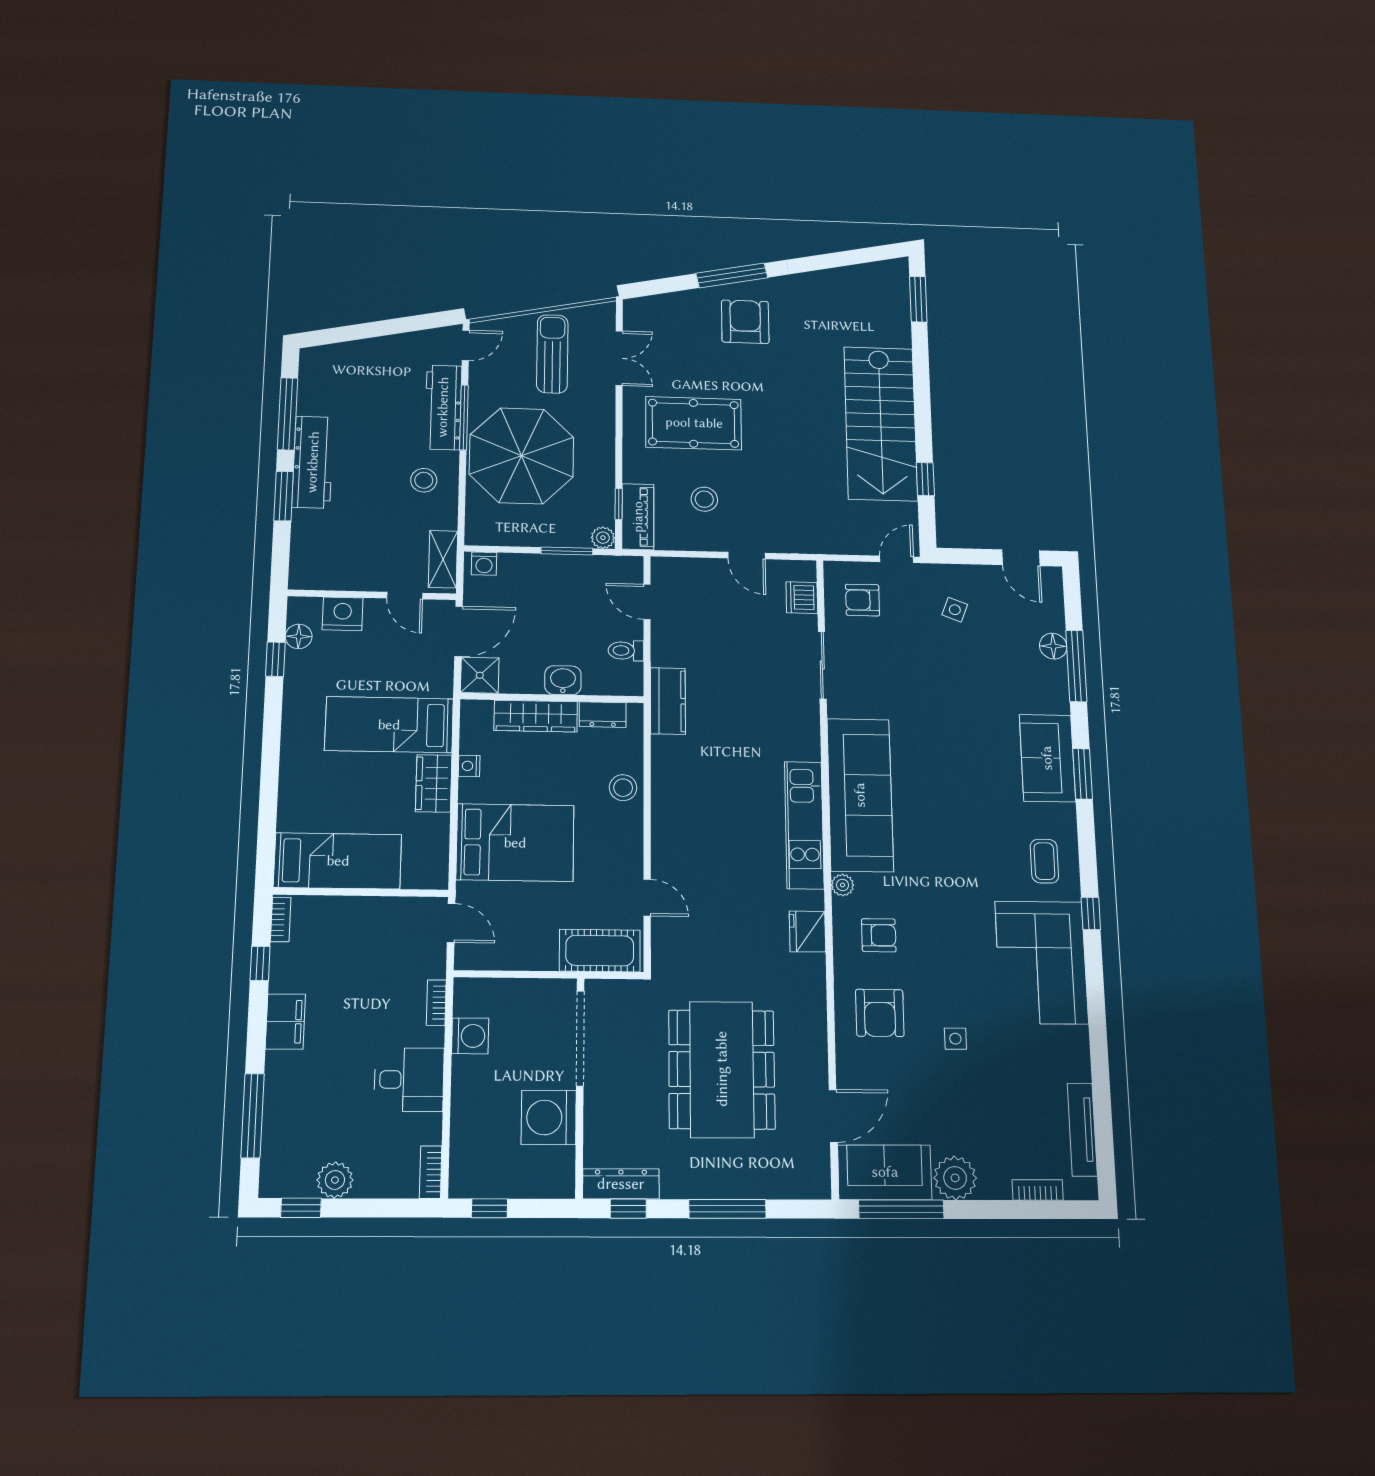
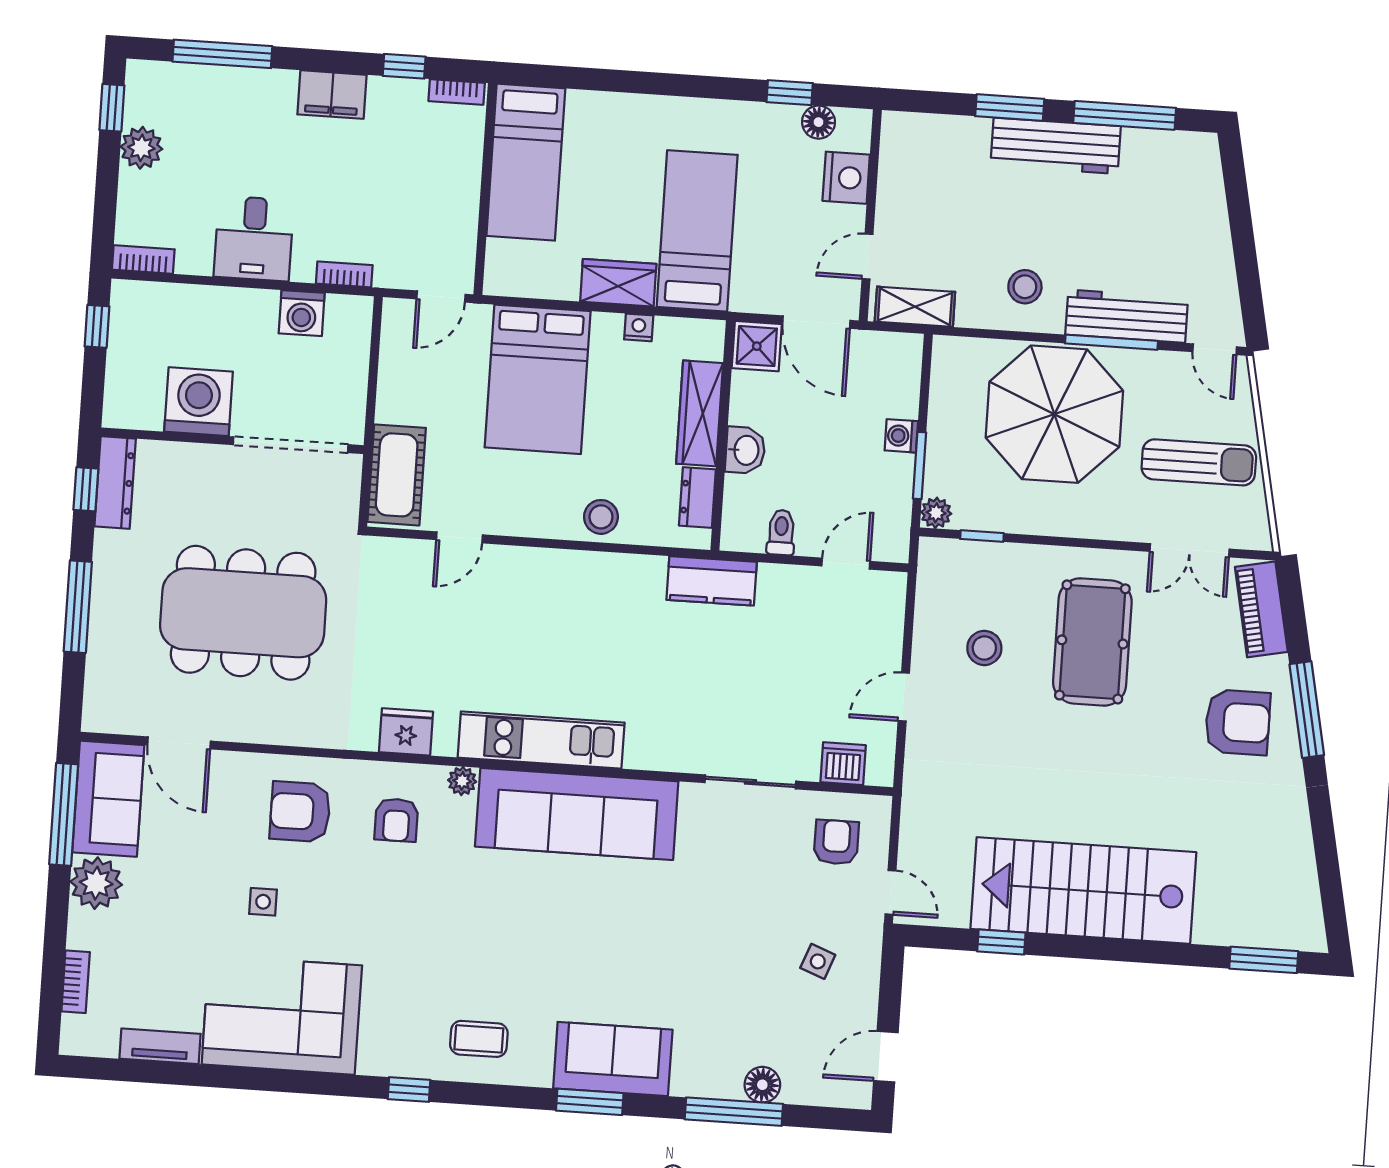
piano: (638, 517) -> (1261, 609), moved, turned 78
washing machine: (484, 564) -> (901, 436), moved
corner sofa: (1041, 962) -> (282, 1015), moved
tv unit: (1082, 1129) -> (160, 1046), width x0.71

